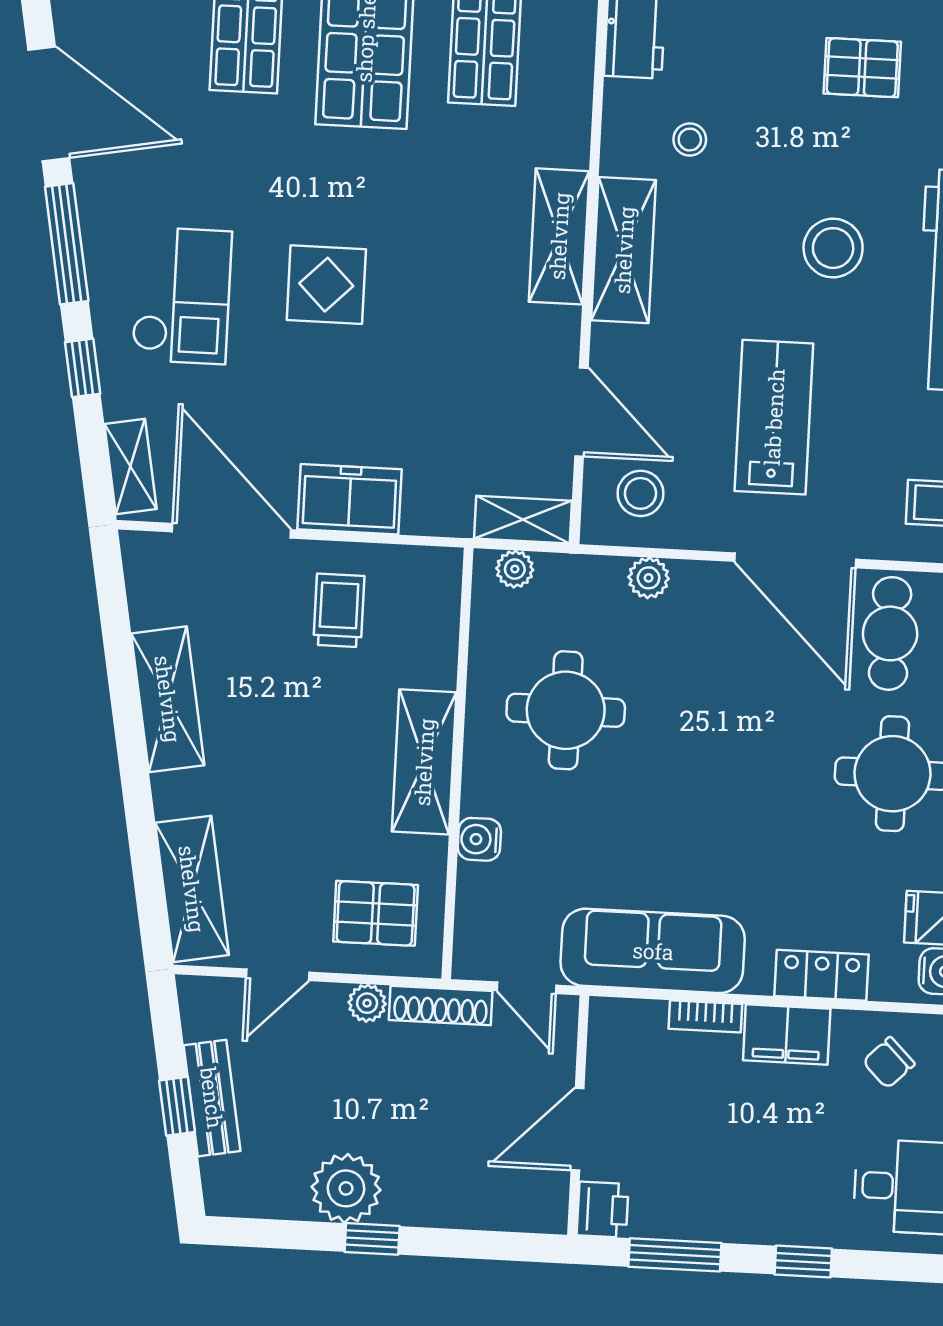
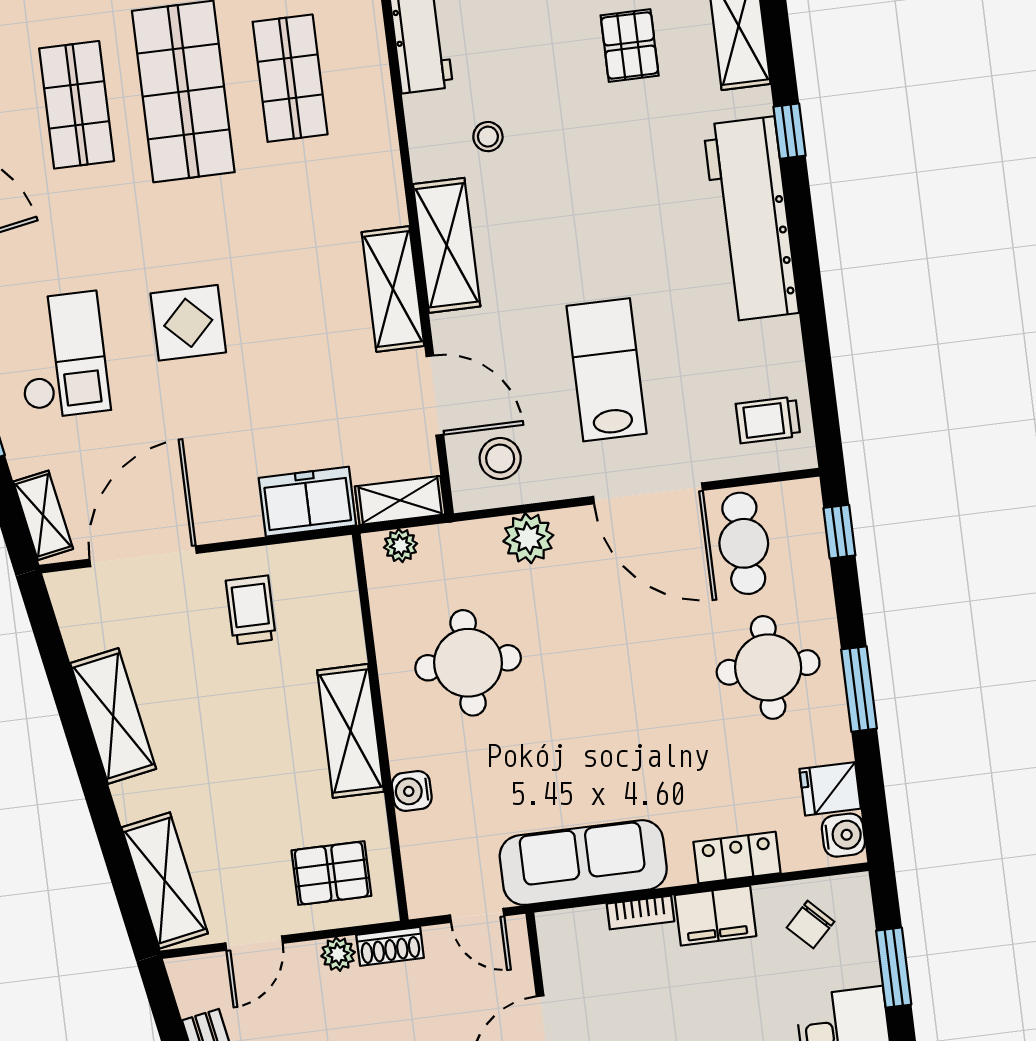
pallet: (862, 68) -> (630, 46), turned 90
shelving: (559, 236) -> (393, 289), moved
stool: (833, 248) -> (632, 210), removed
freezer: (350, 499) -> (307, 502), moved
door: (232, 531) -> (143, 556), hinge flipped
plant: (649, 578) -> (528, 538), width x1.38, depth x1.38
shoe rack: (441, 1005) -> (390, 946), width x0.70

